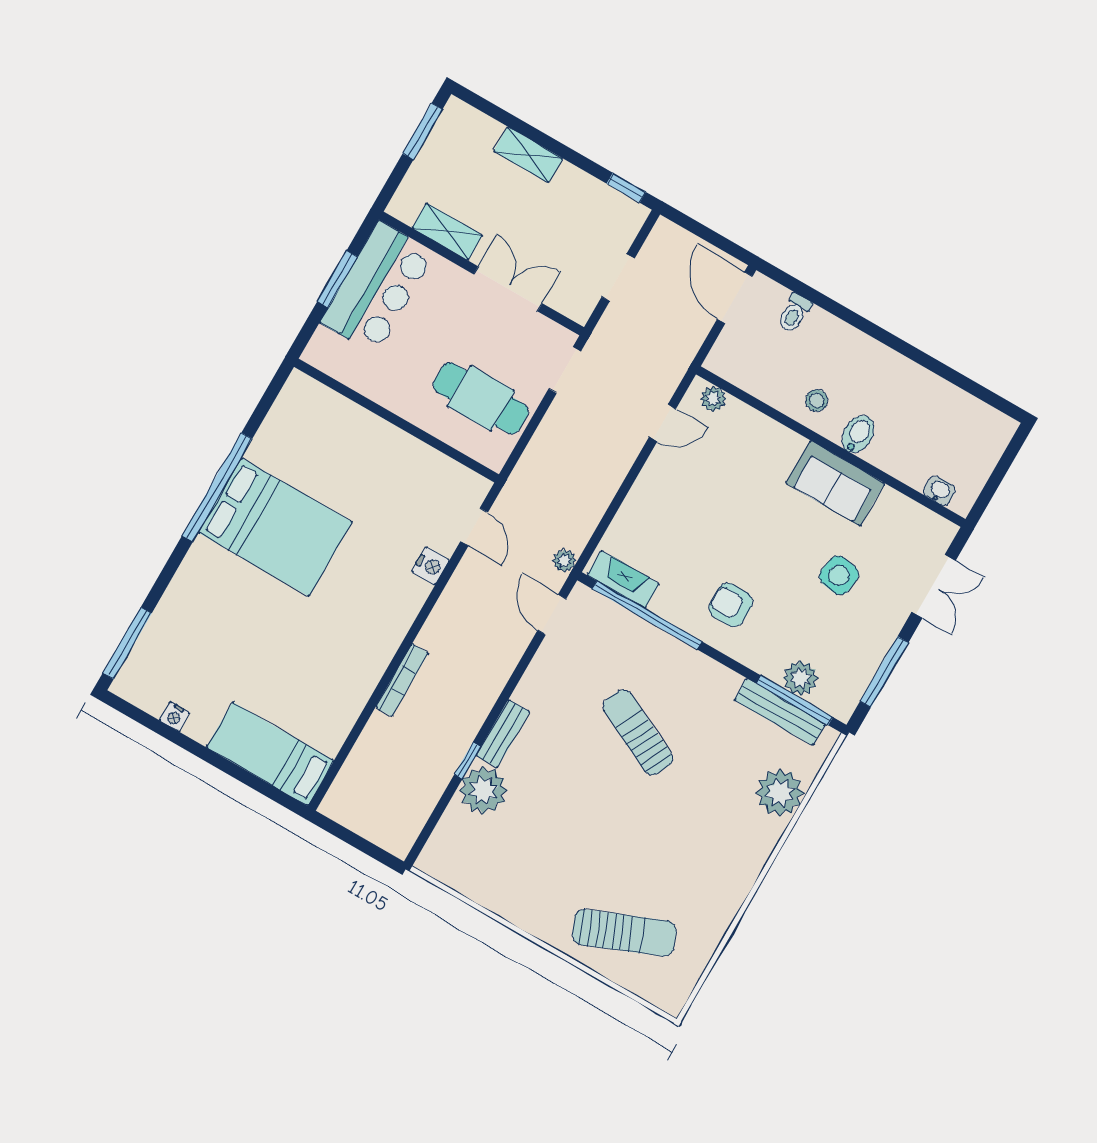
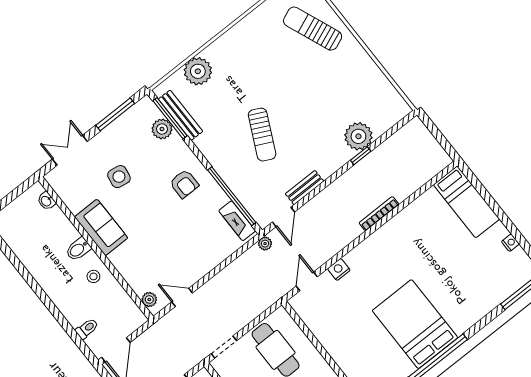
bench: (503, 734) -> (305, 188), moved

